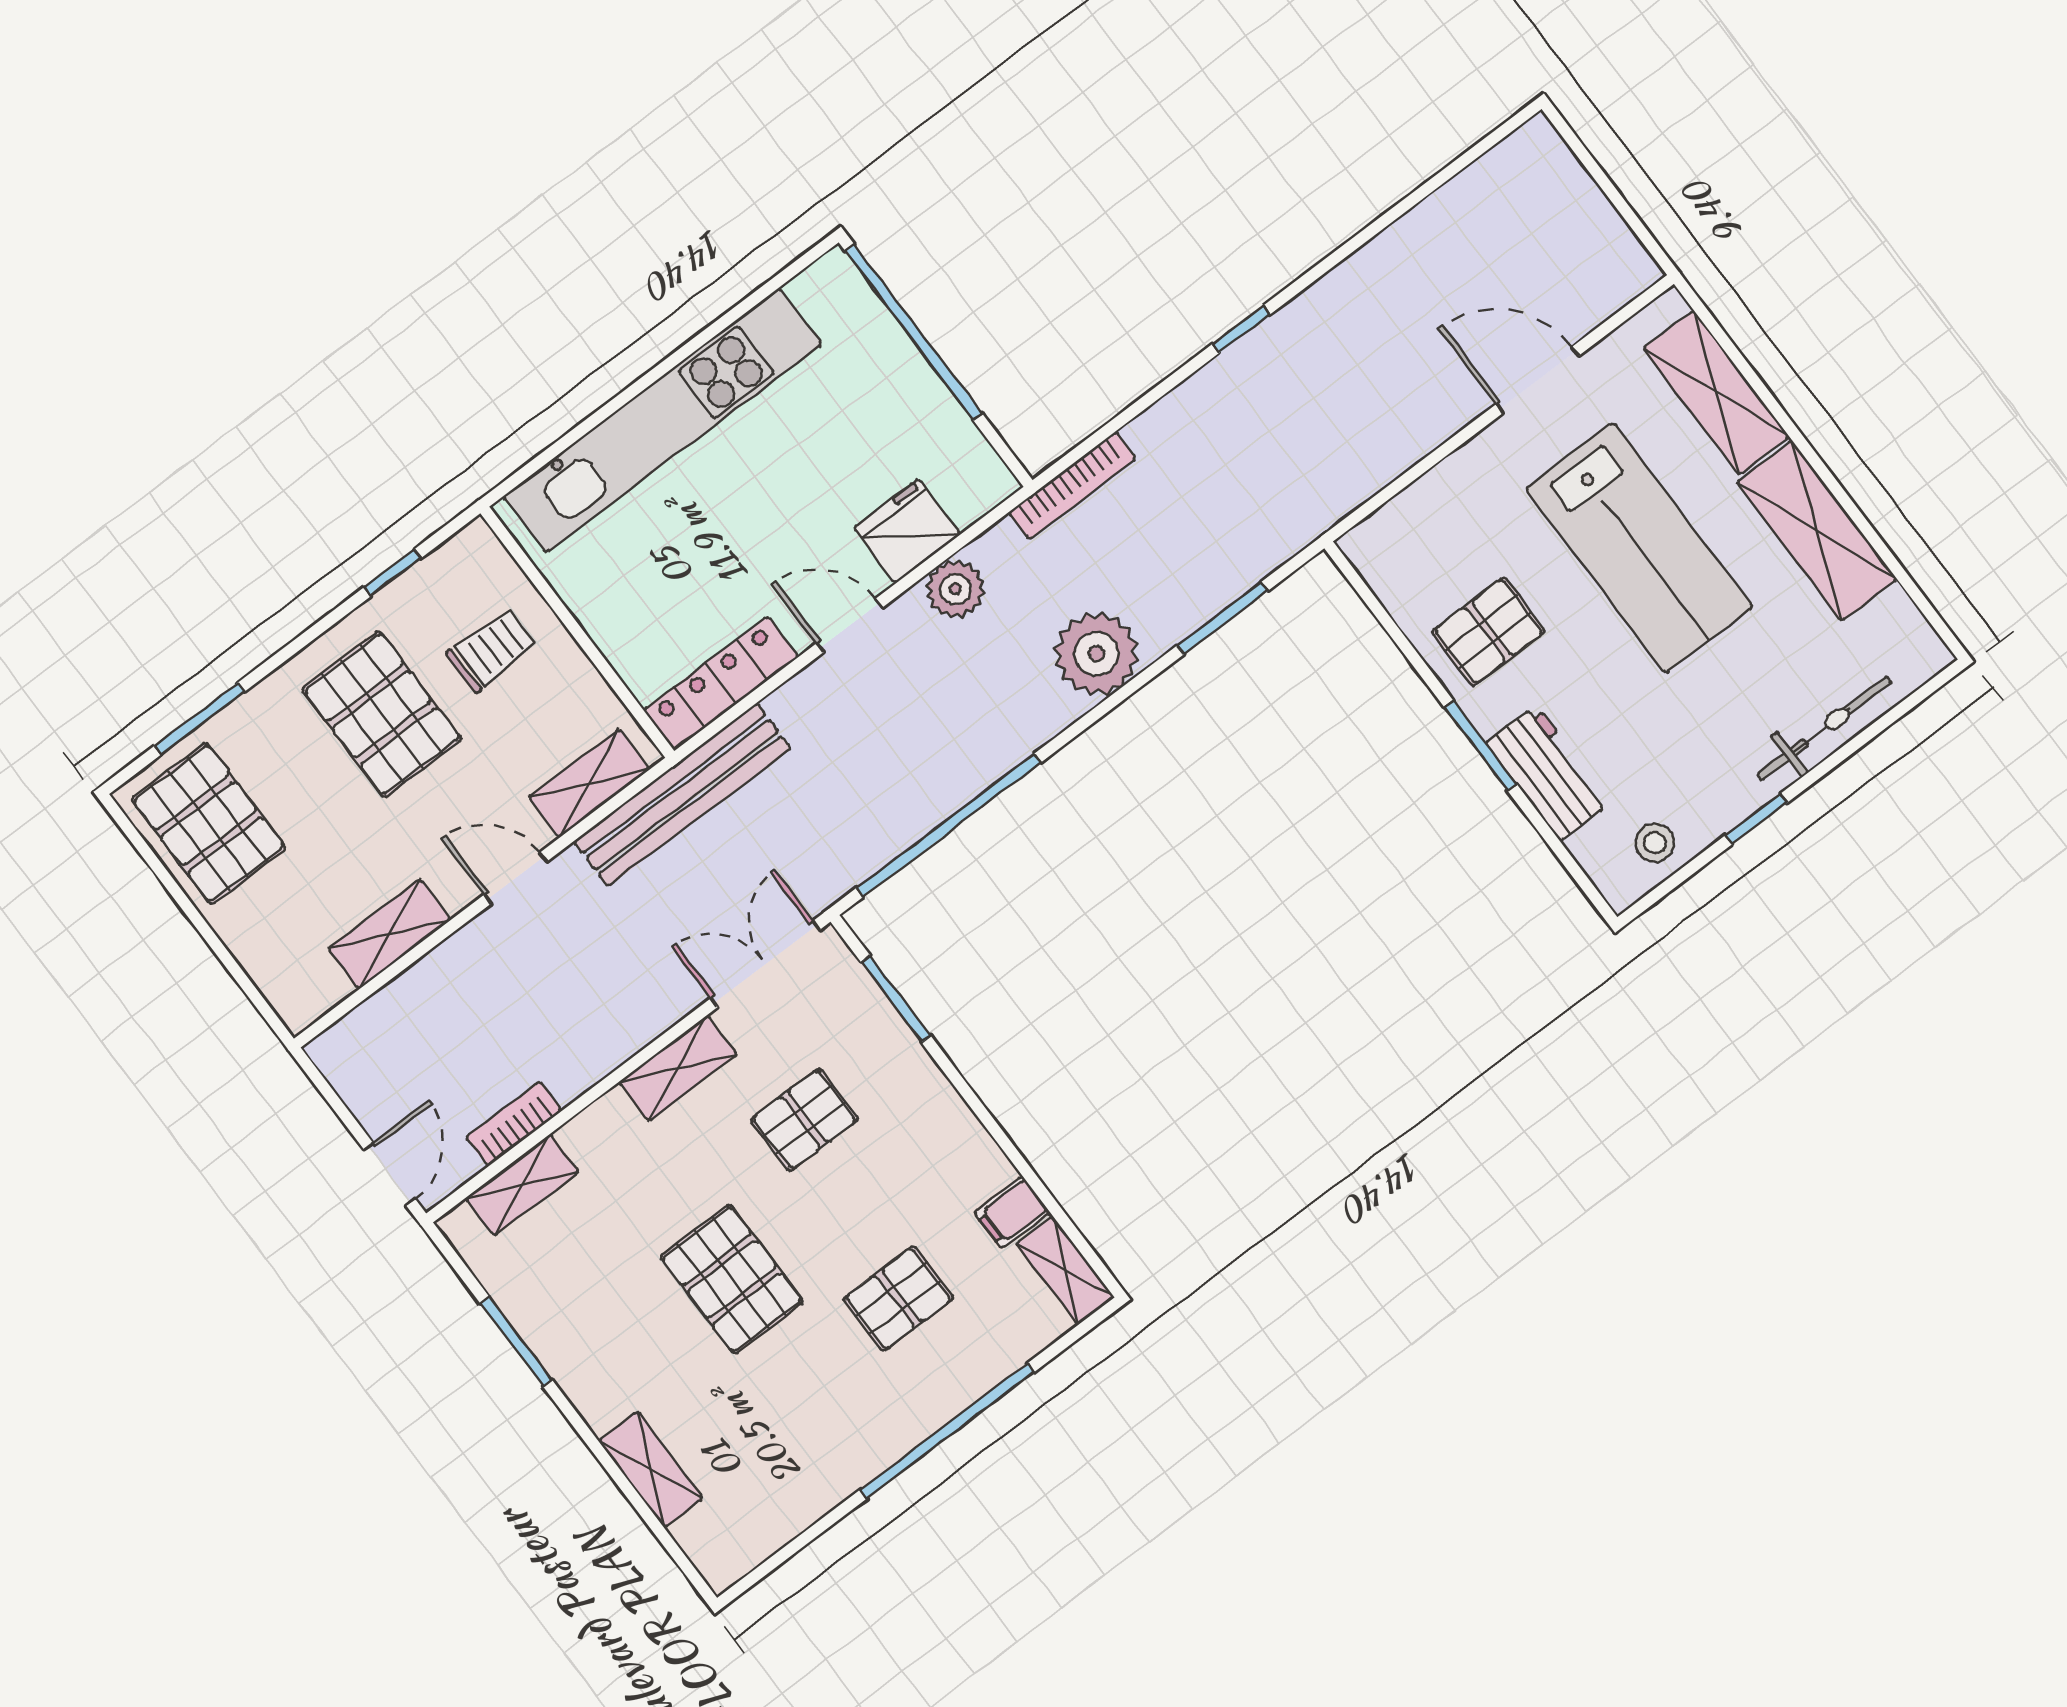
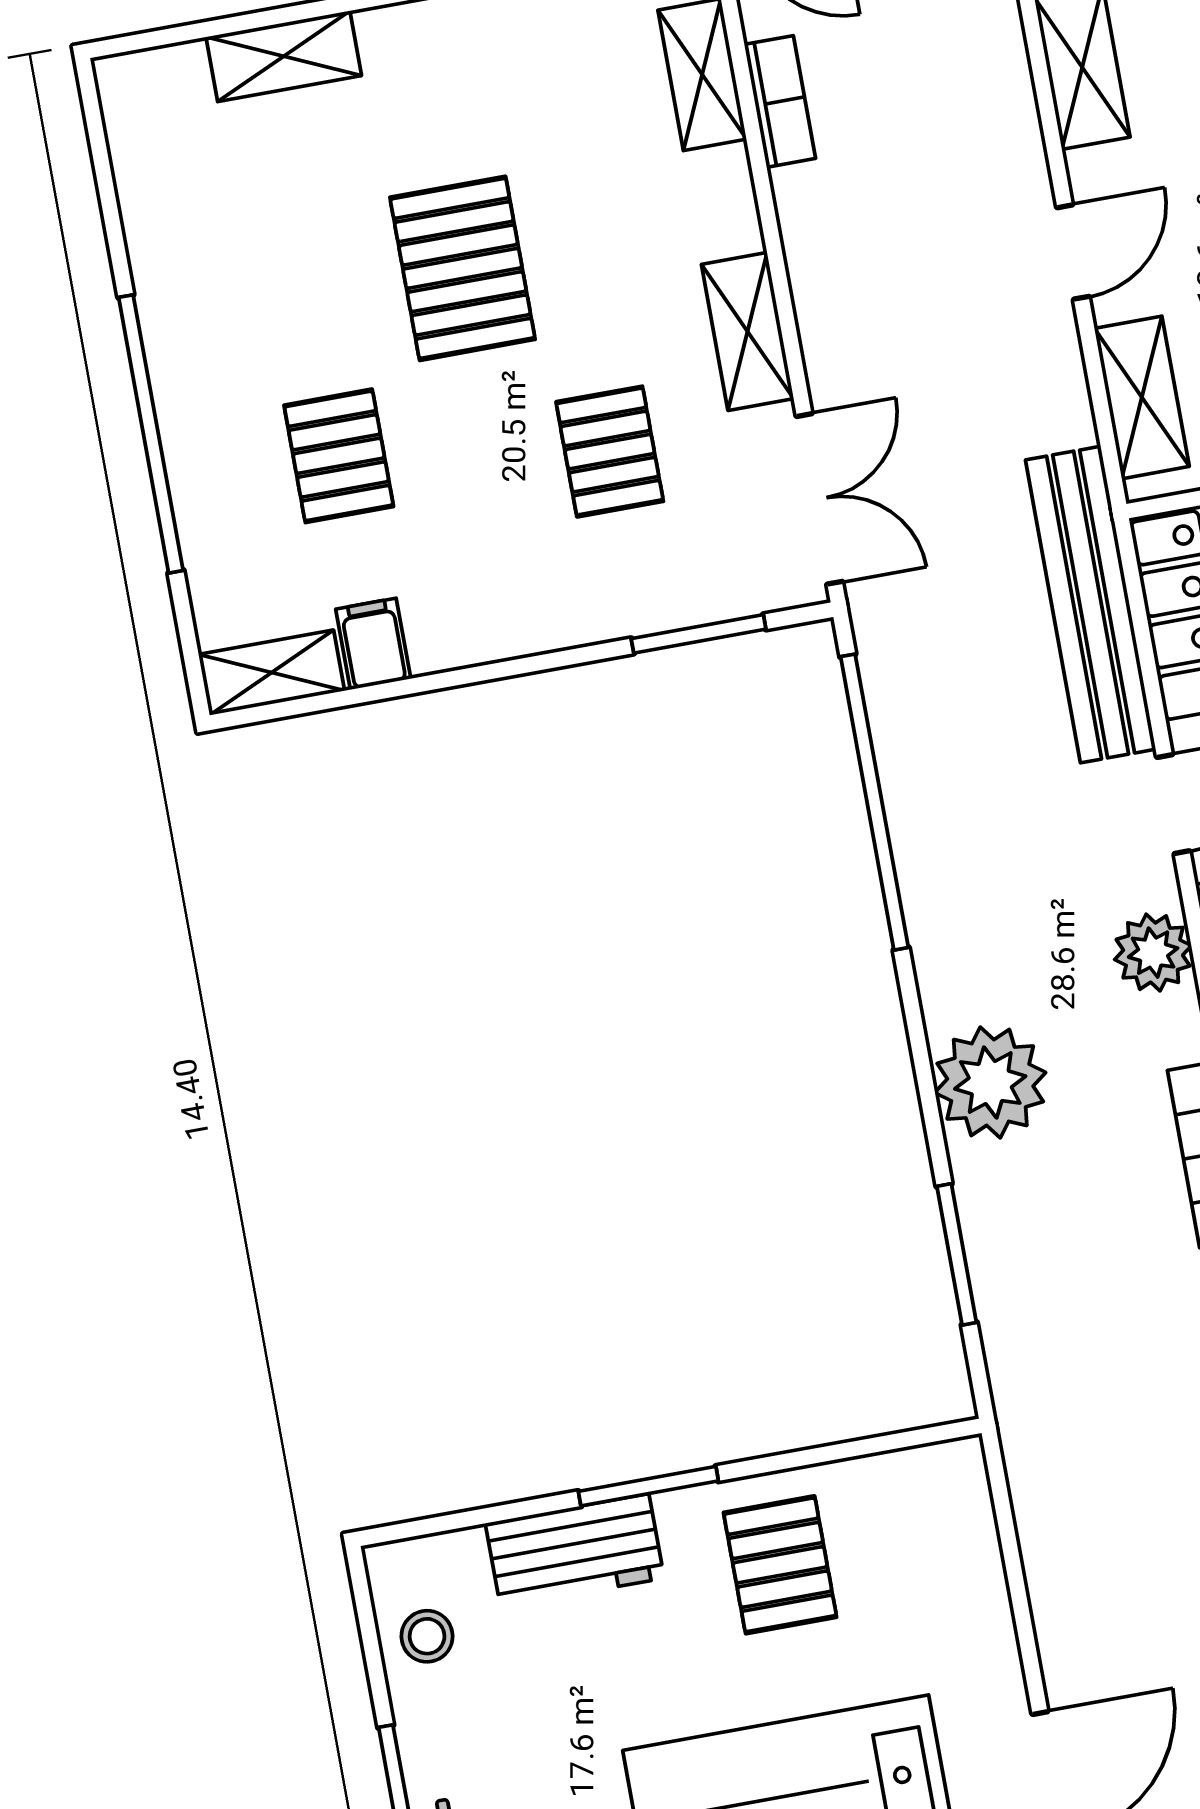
bench: (682, 795) -> (1091, 605), moved
pallet: (732, 1279) -> (463, 268), turned 90

